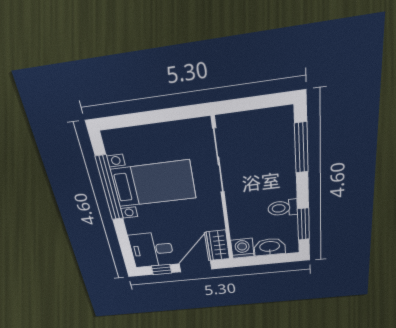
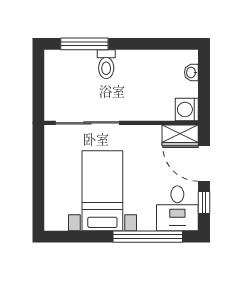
window: (109, 188) -> (148, 237), moved
toilet: (283, 208) -> (106, 64), moved
window: (303, 224) -> (165, 44), removed
washbasin: (270, 247) -> (191, 72), width x0.52, depth x0.69

